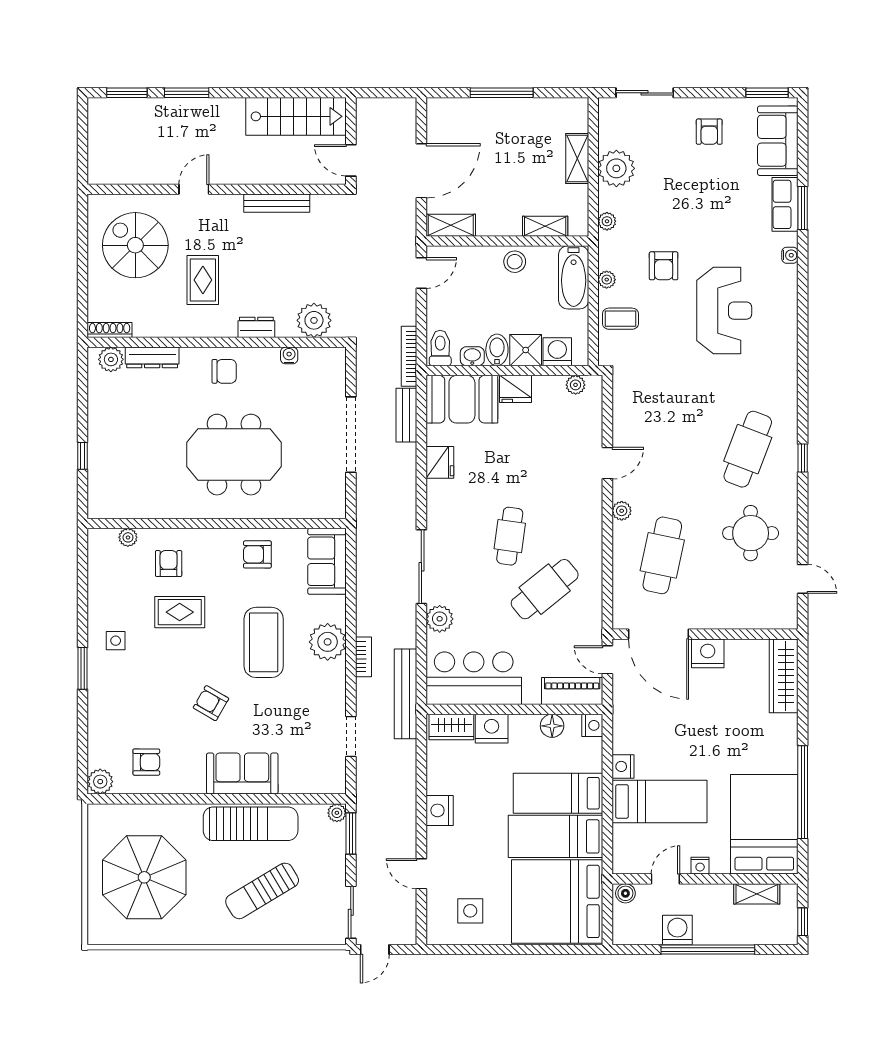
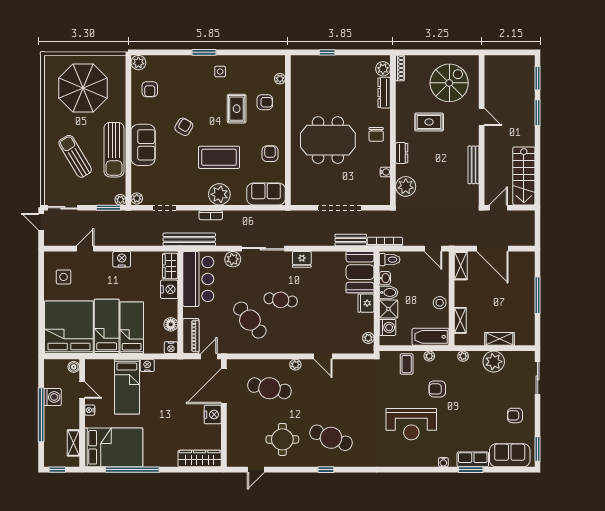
meeting table: (234, 455) -> (328, 140), turned 90
fridge: (440, 462) -> (302, 259), moved
plant: (335, 784) -> (137, 198), added

